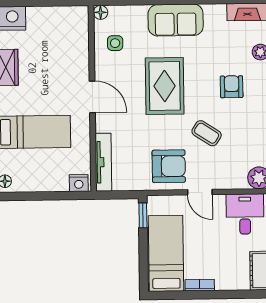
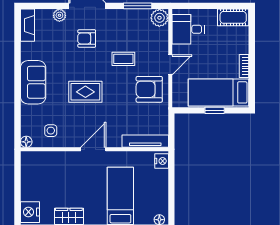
rug: (165, 86) -> (85, 92), width x0.73, depth x0.70
coffee table: (207, 133) -> (123, 59), turned 57
armchair: (169, 166) -> (149, 89), turned -90
window: (143, 215) -> (215, 110), moved

